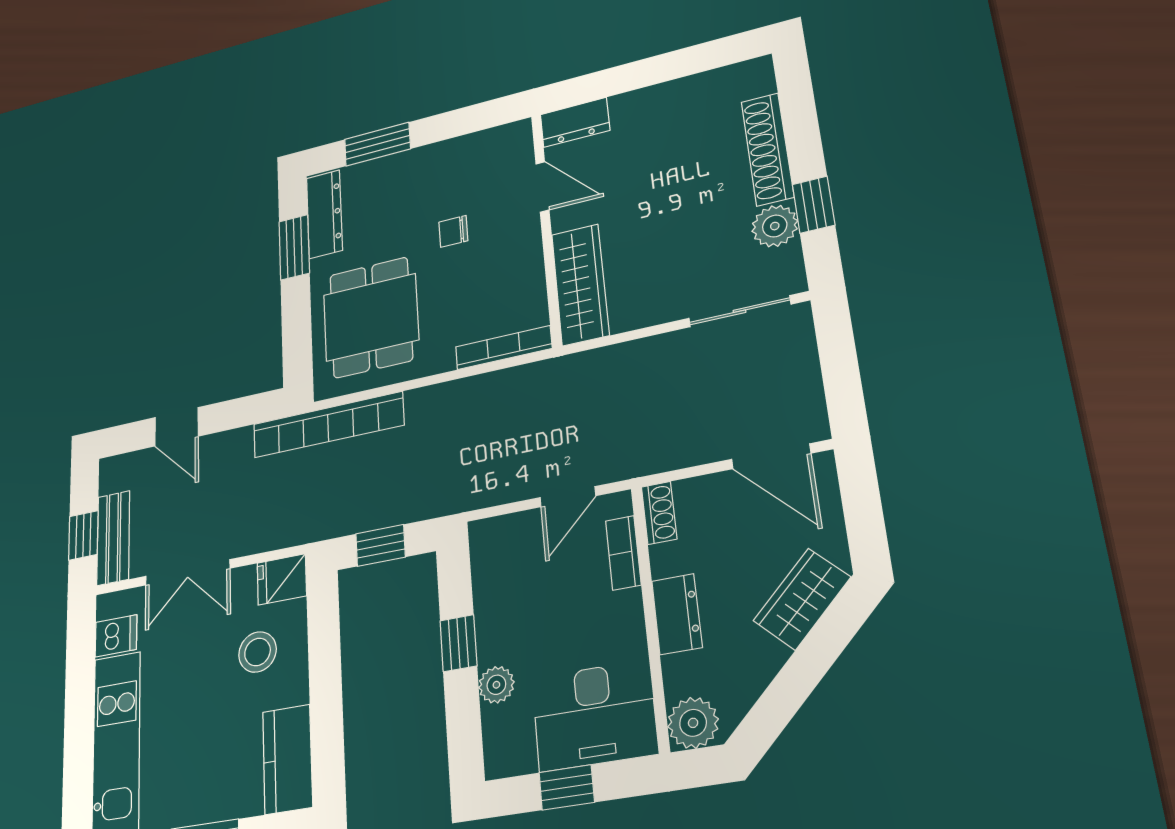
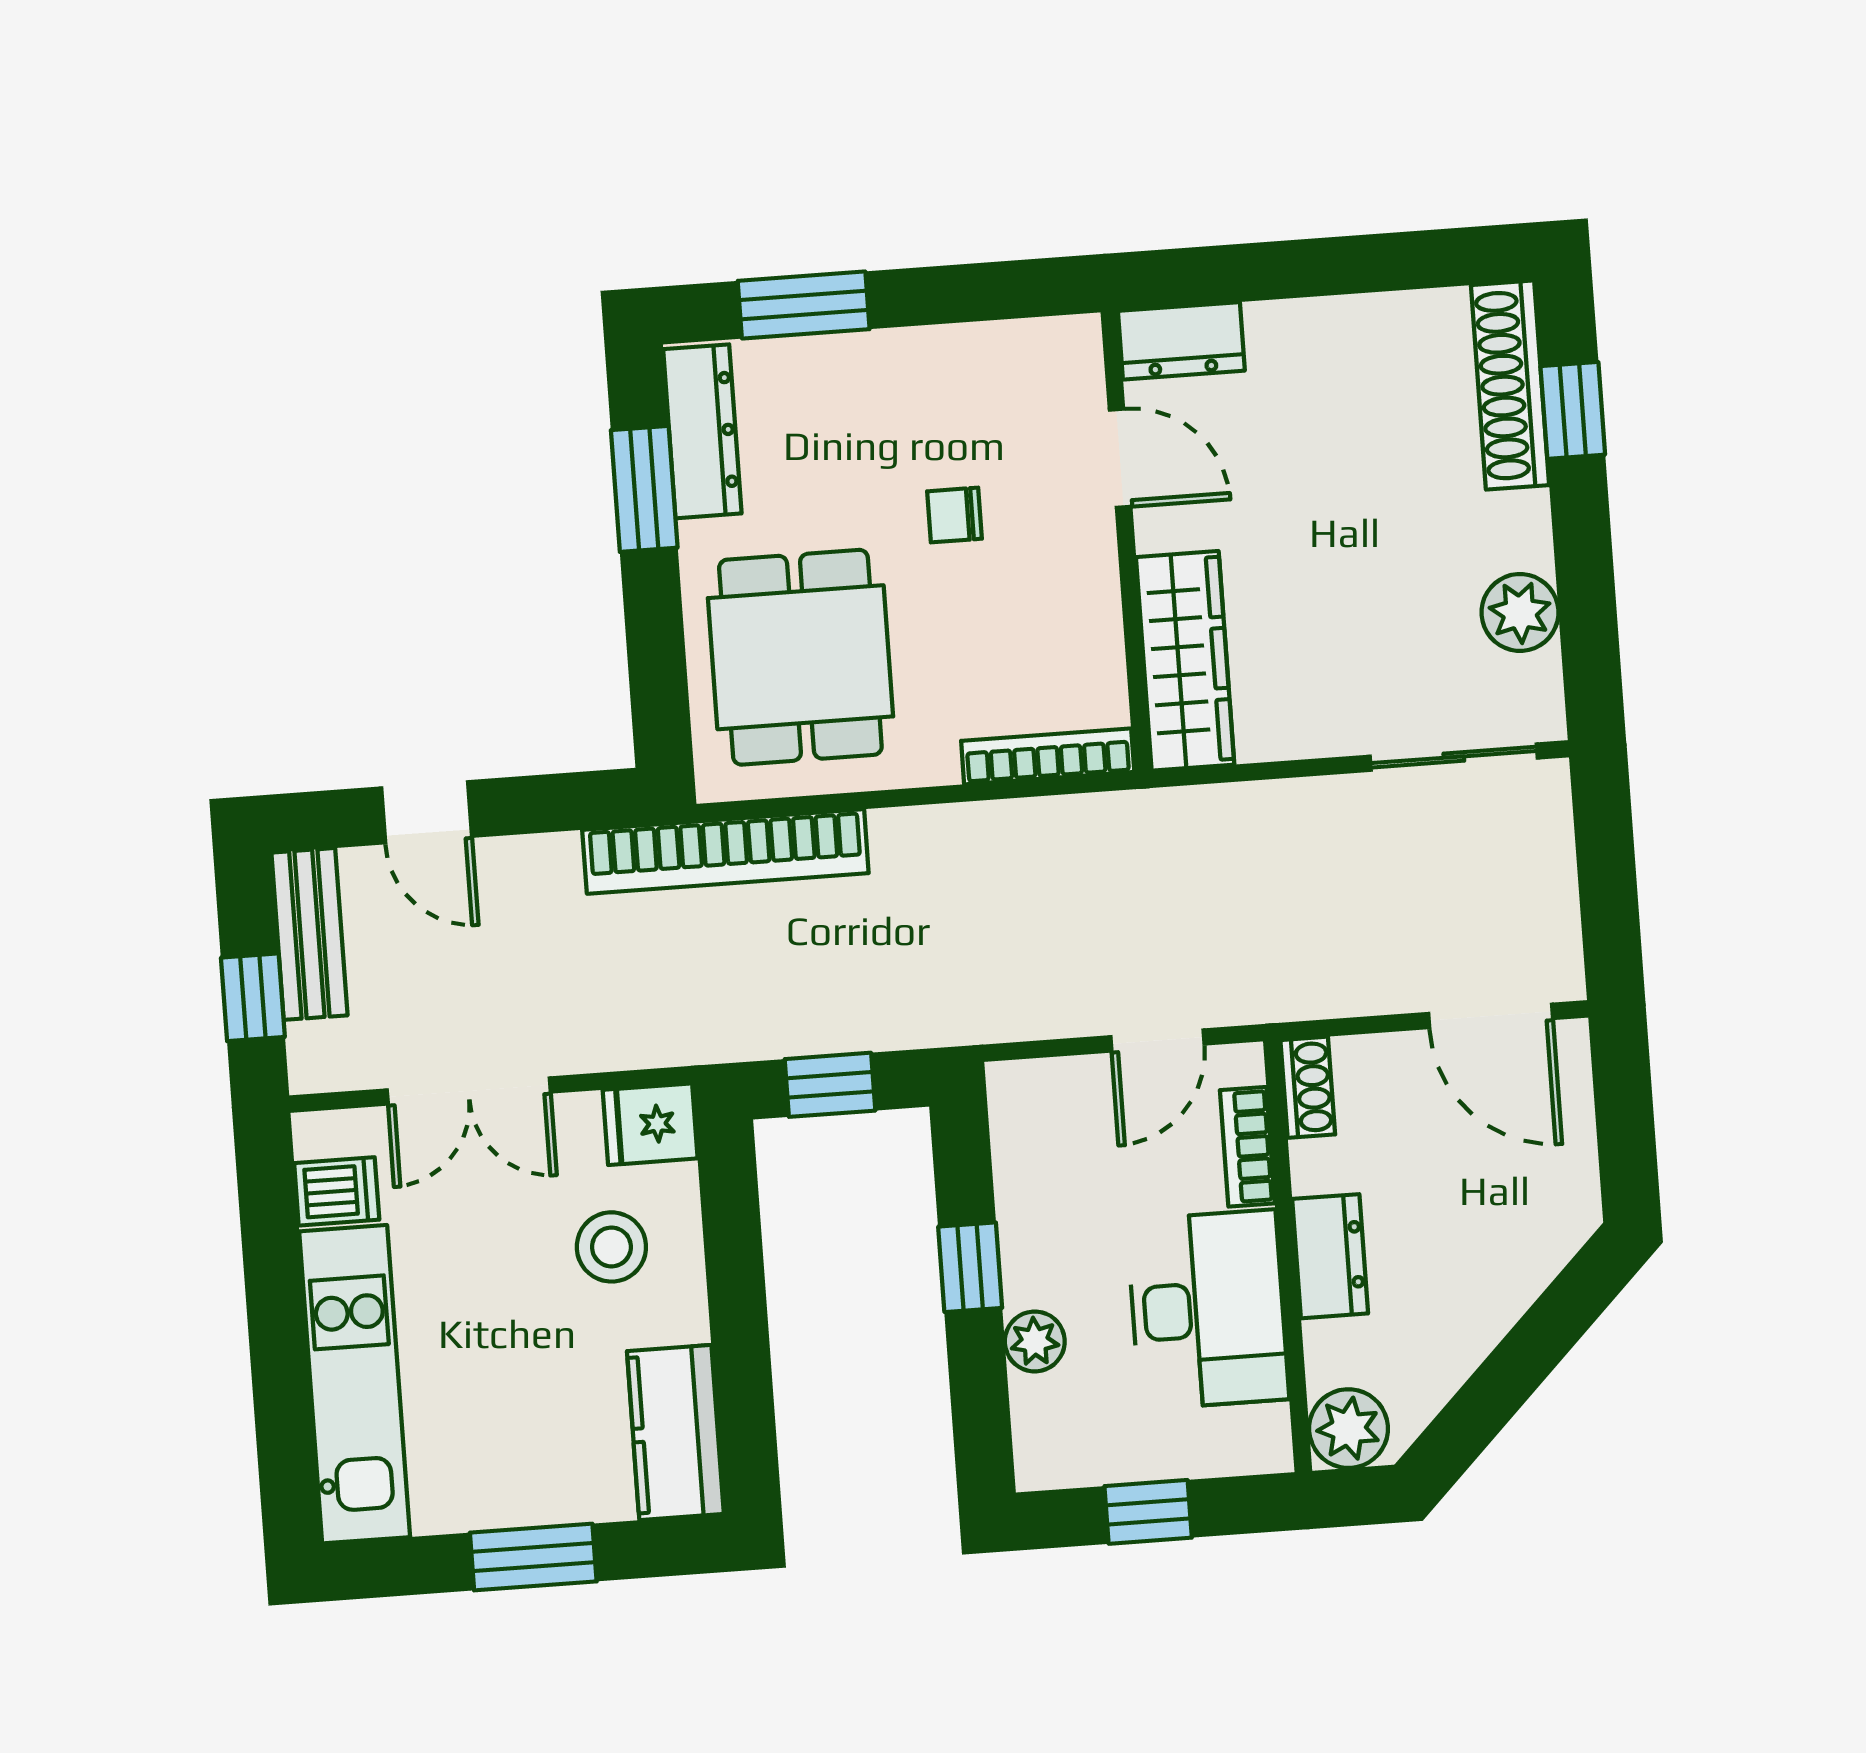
shoe rack: (767, 149) -> (1510, 385), moved
window: (814, 205) -> (1573, 410), moved
bench: (113, 538) -> (309, 934), moved
wardrobe: (802, 599) -> (1524, 1253), removed
desk: (594, 716) -> (1208, 1310), moved, turned -90

